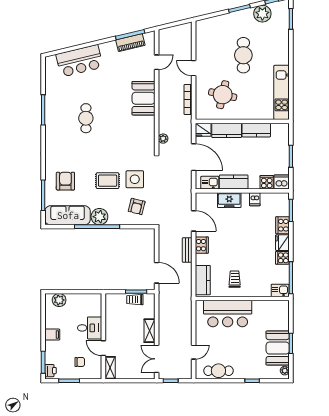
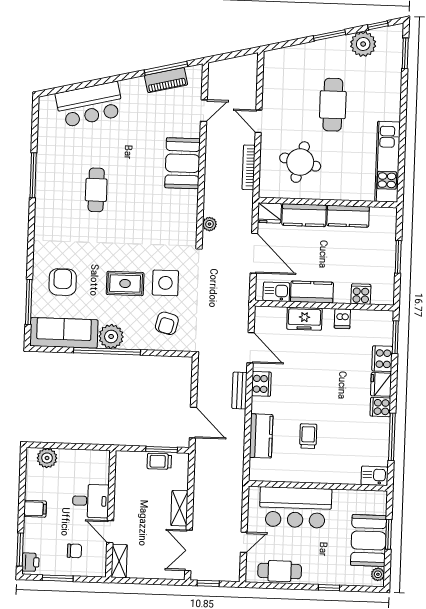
dishwasher: (282, 182) -> (383, 295), removed
kitchen sink: (280, 290) -> (374, 476), moved
wall: (242, 299) -> (318, 486), moved
bar counter: (228, 314) -> (295, 507), moved

